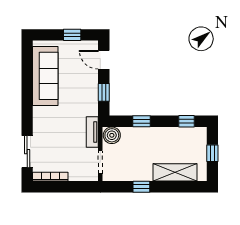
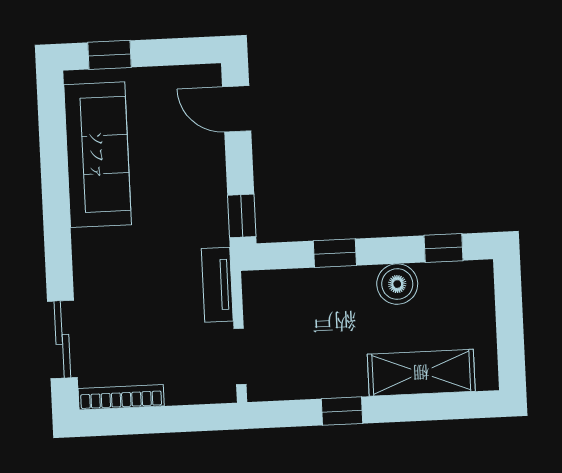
window: (72, 35) -> (109, 55), moved
window: (104, 92) -> (242, 216), moved
boiler: (112, 135) -> (397, 284), moved
window: (212, 153) -> (509, 322), removed

